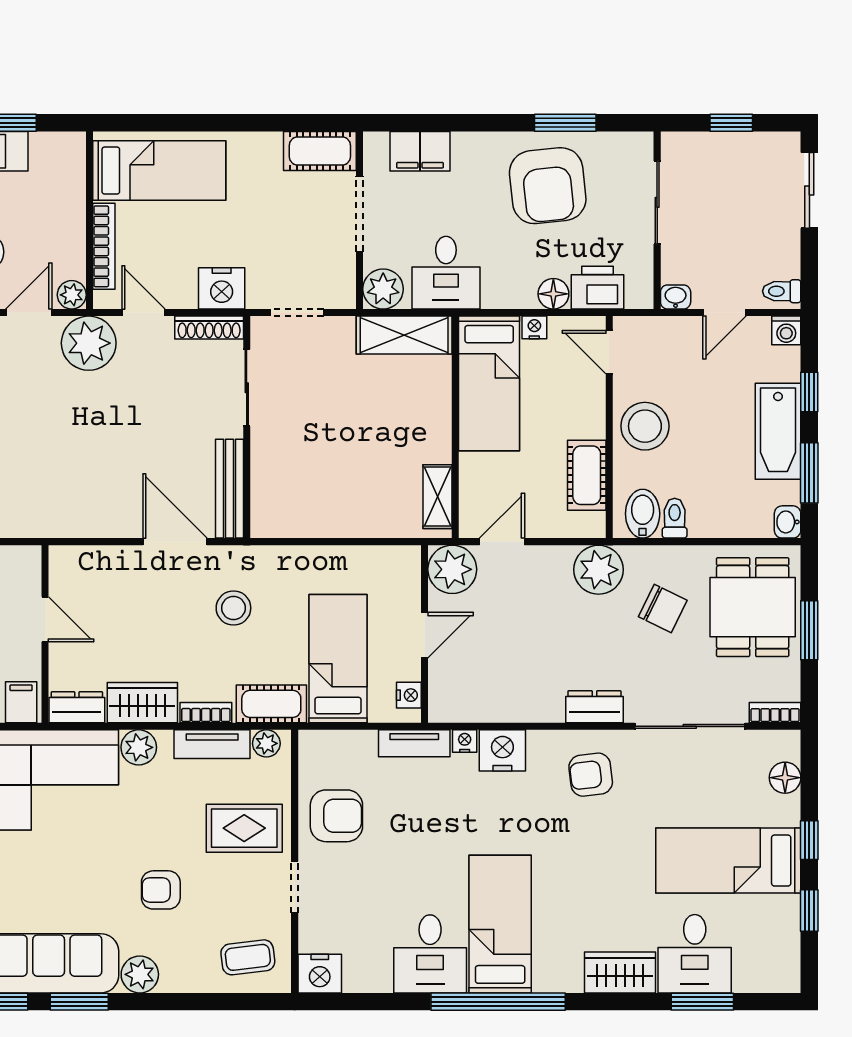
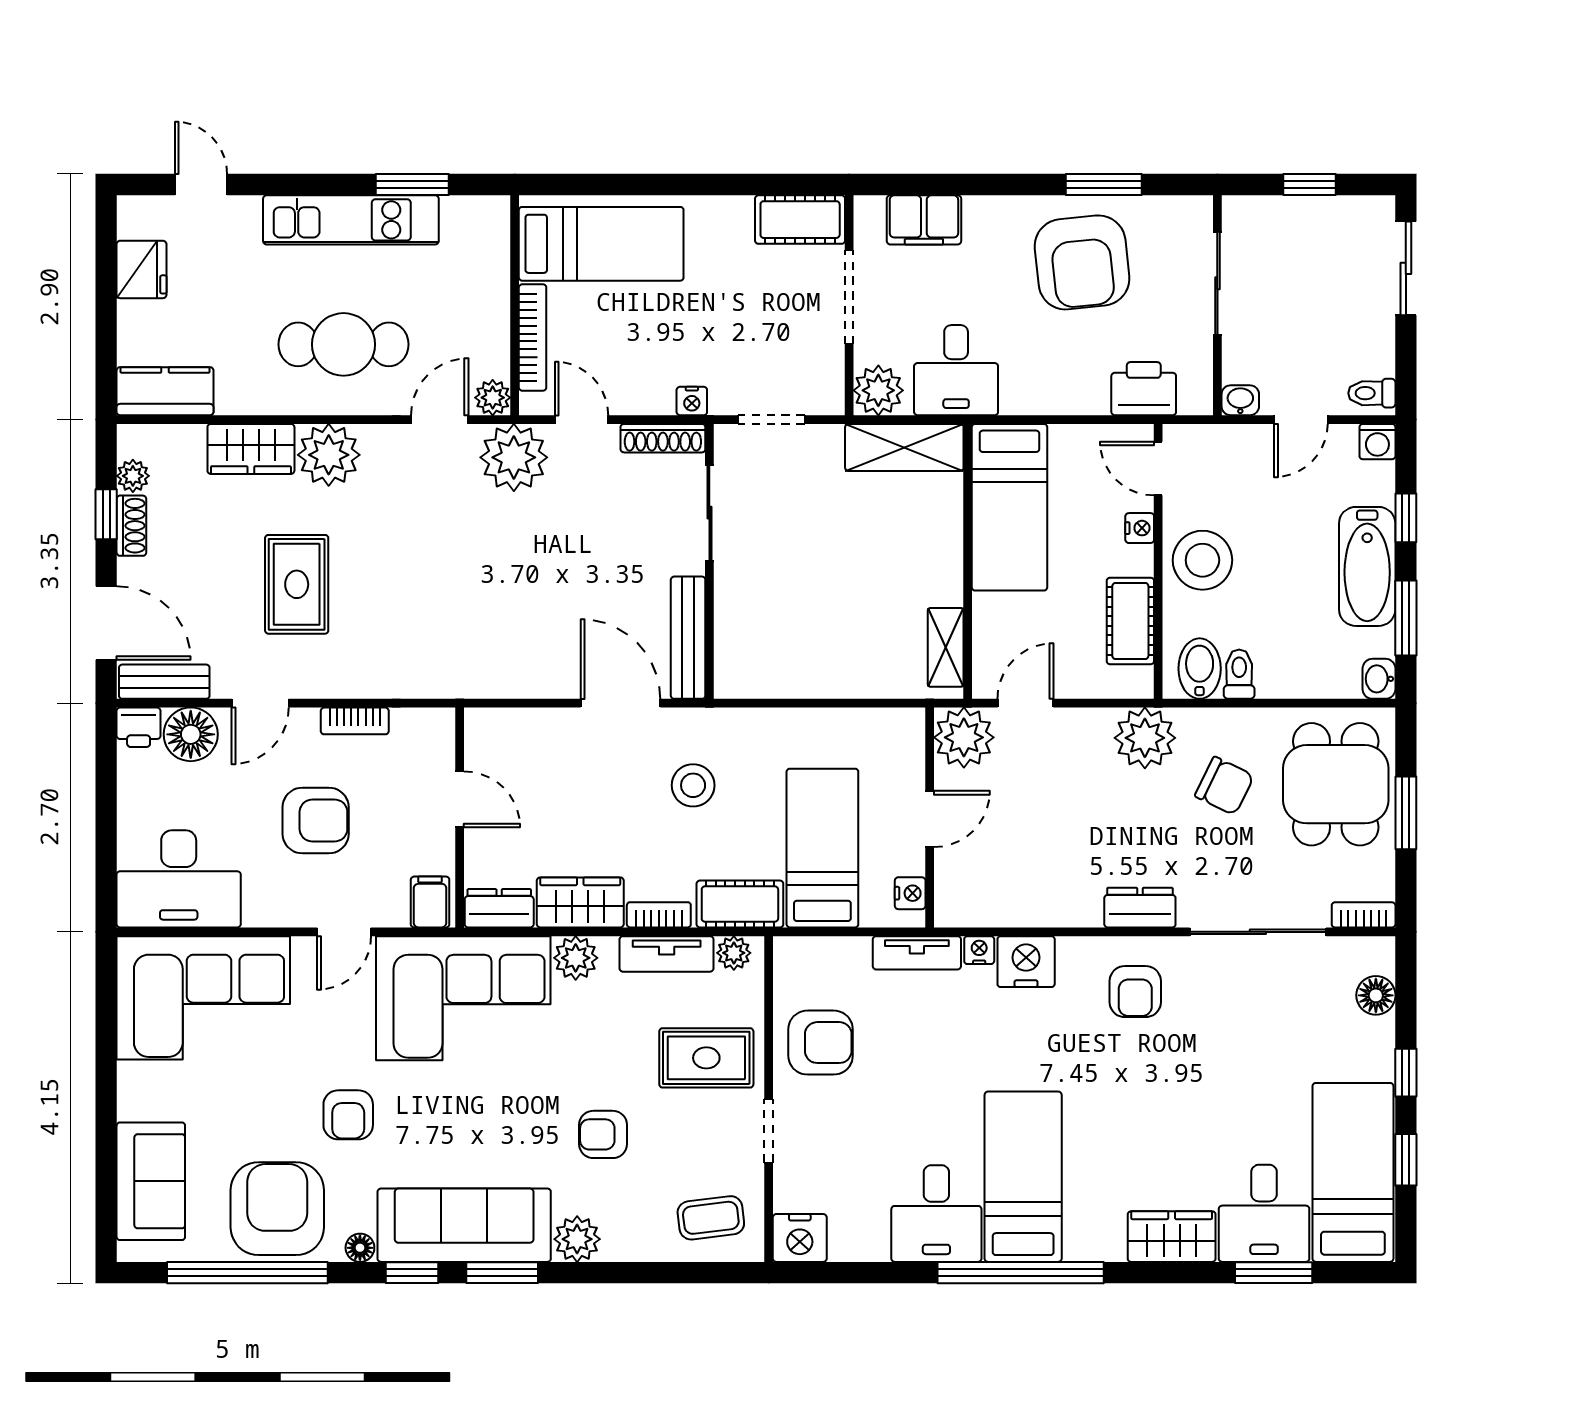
nightstand: (222, 288) -> (692, 401), width x0.53, depth x0.56
floor lamp: (553, 294) -> (1089, 396), removed
nightstand: (534, 327) -> (1140, 528), moved, turned 90
armchair: (591, 775) -> (1135, 992), turned -83
bed: (728, 861) -> (1353, 1172), moved, turned 90

